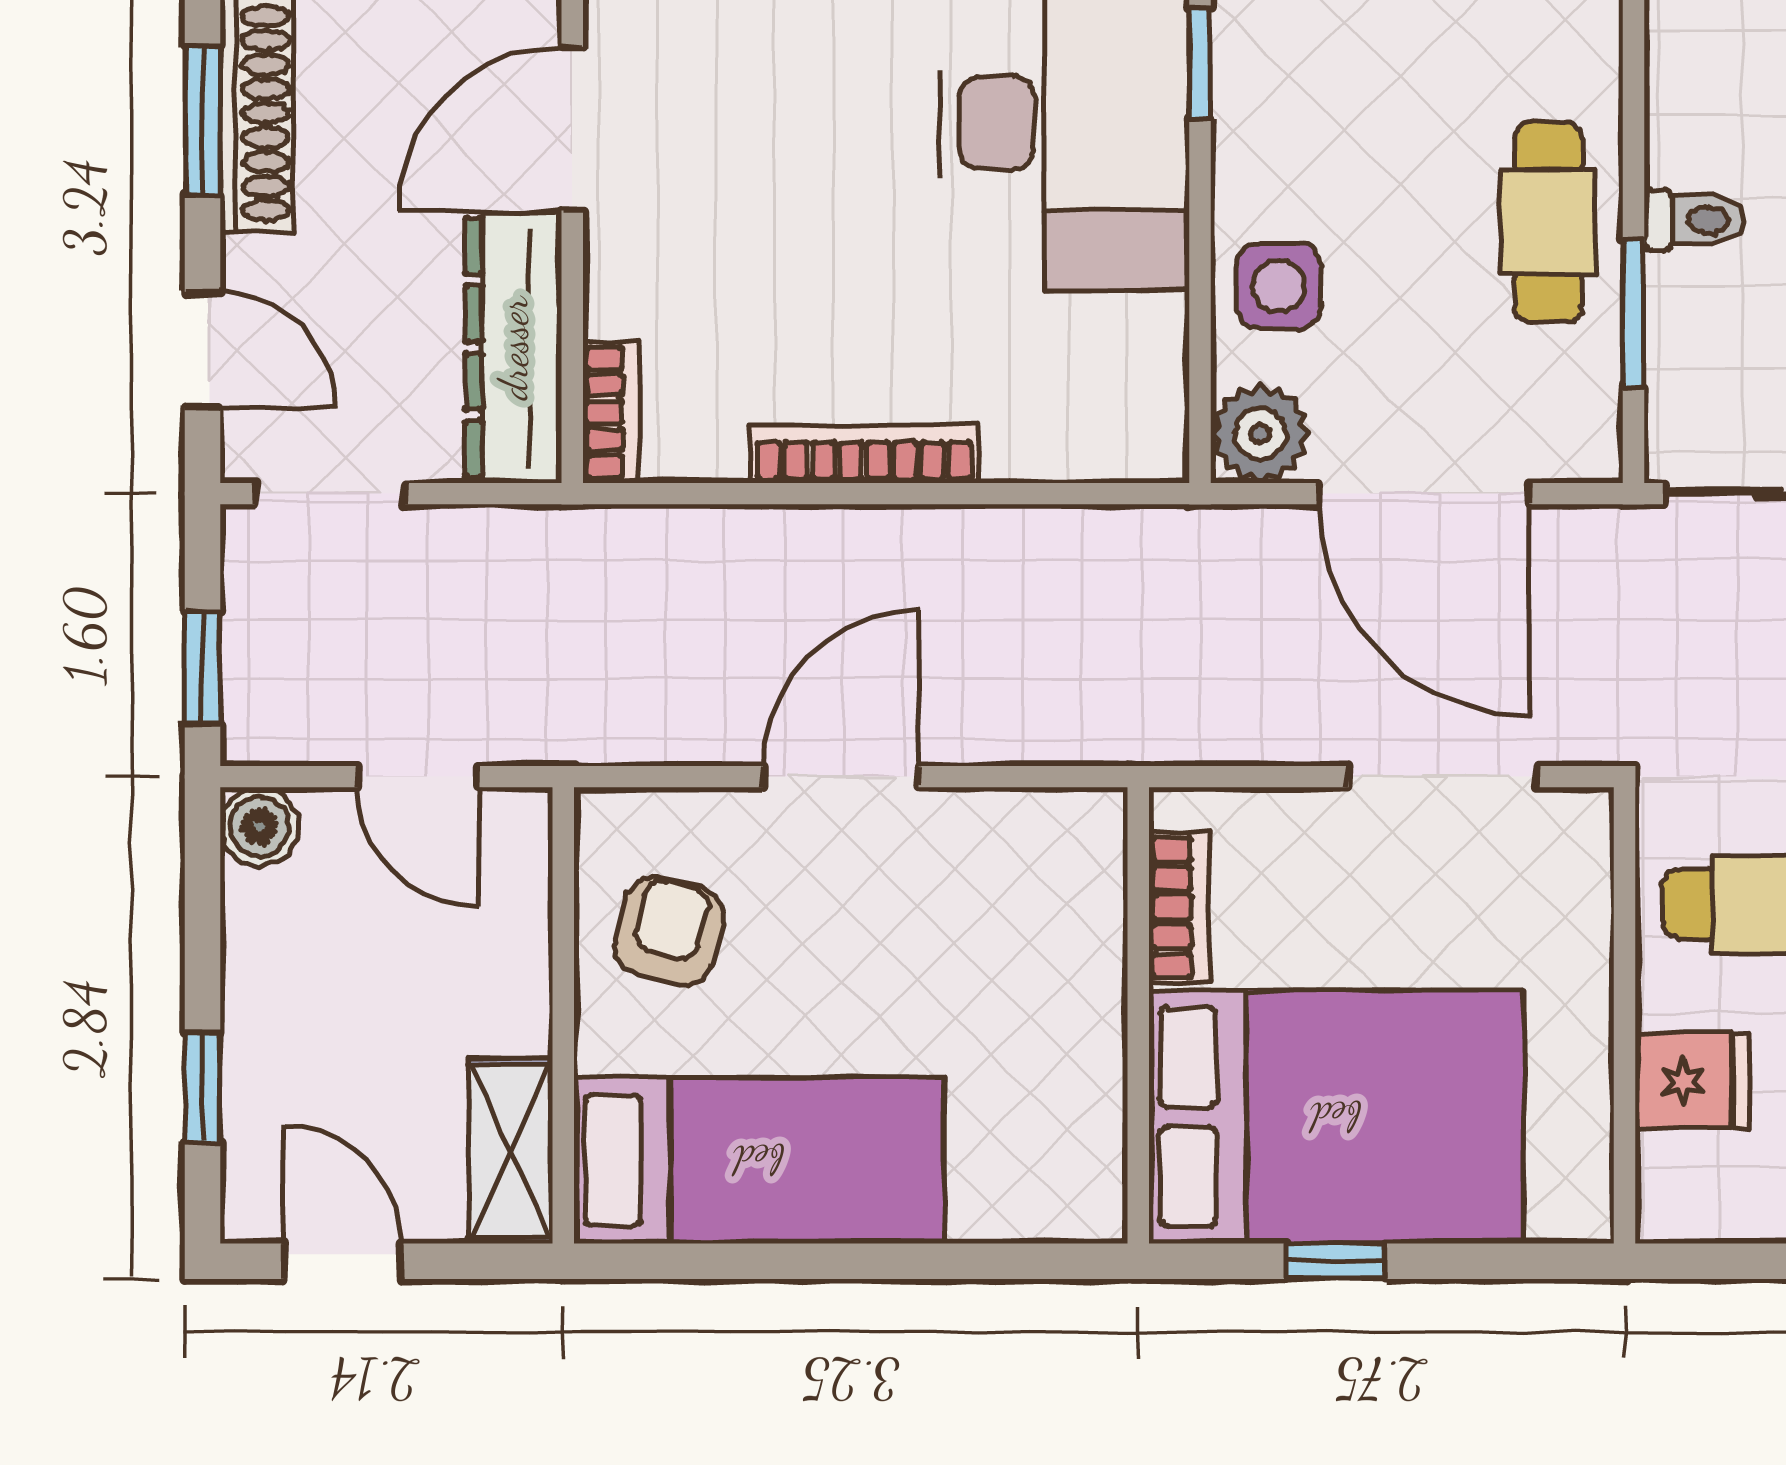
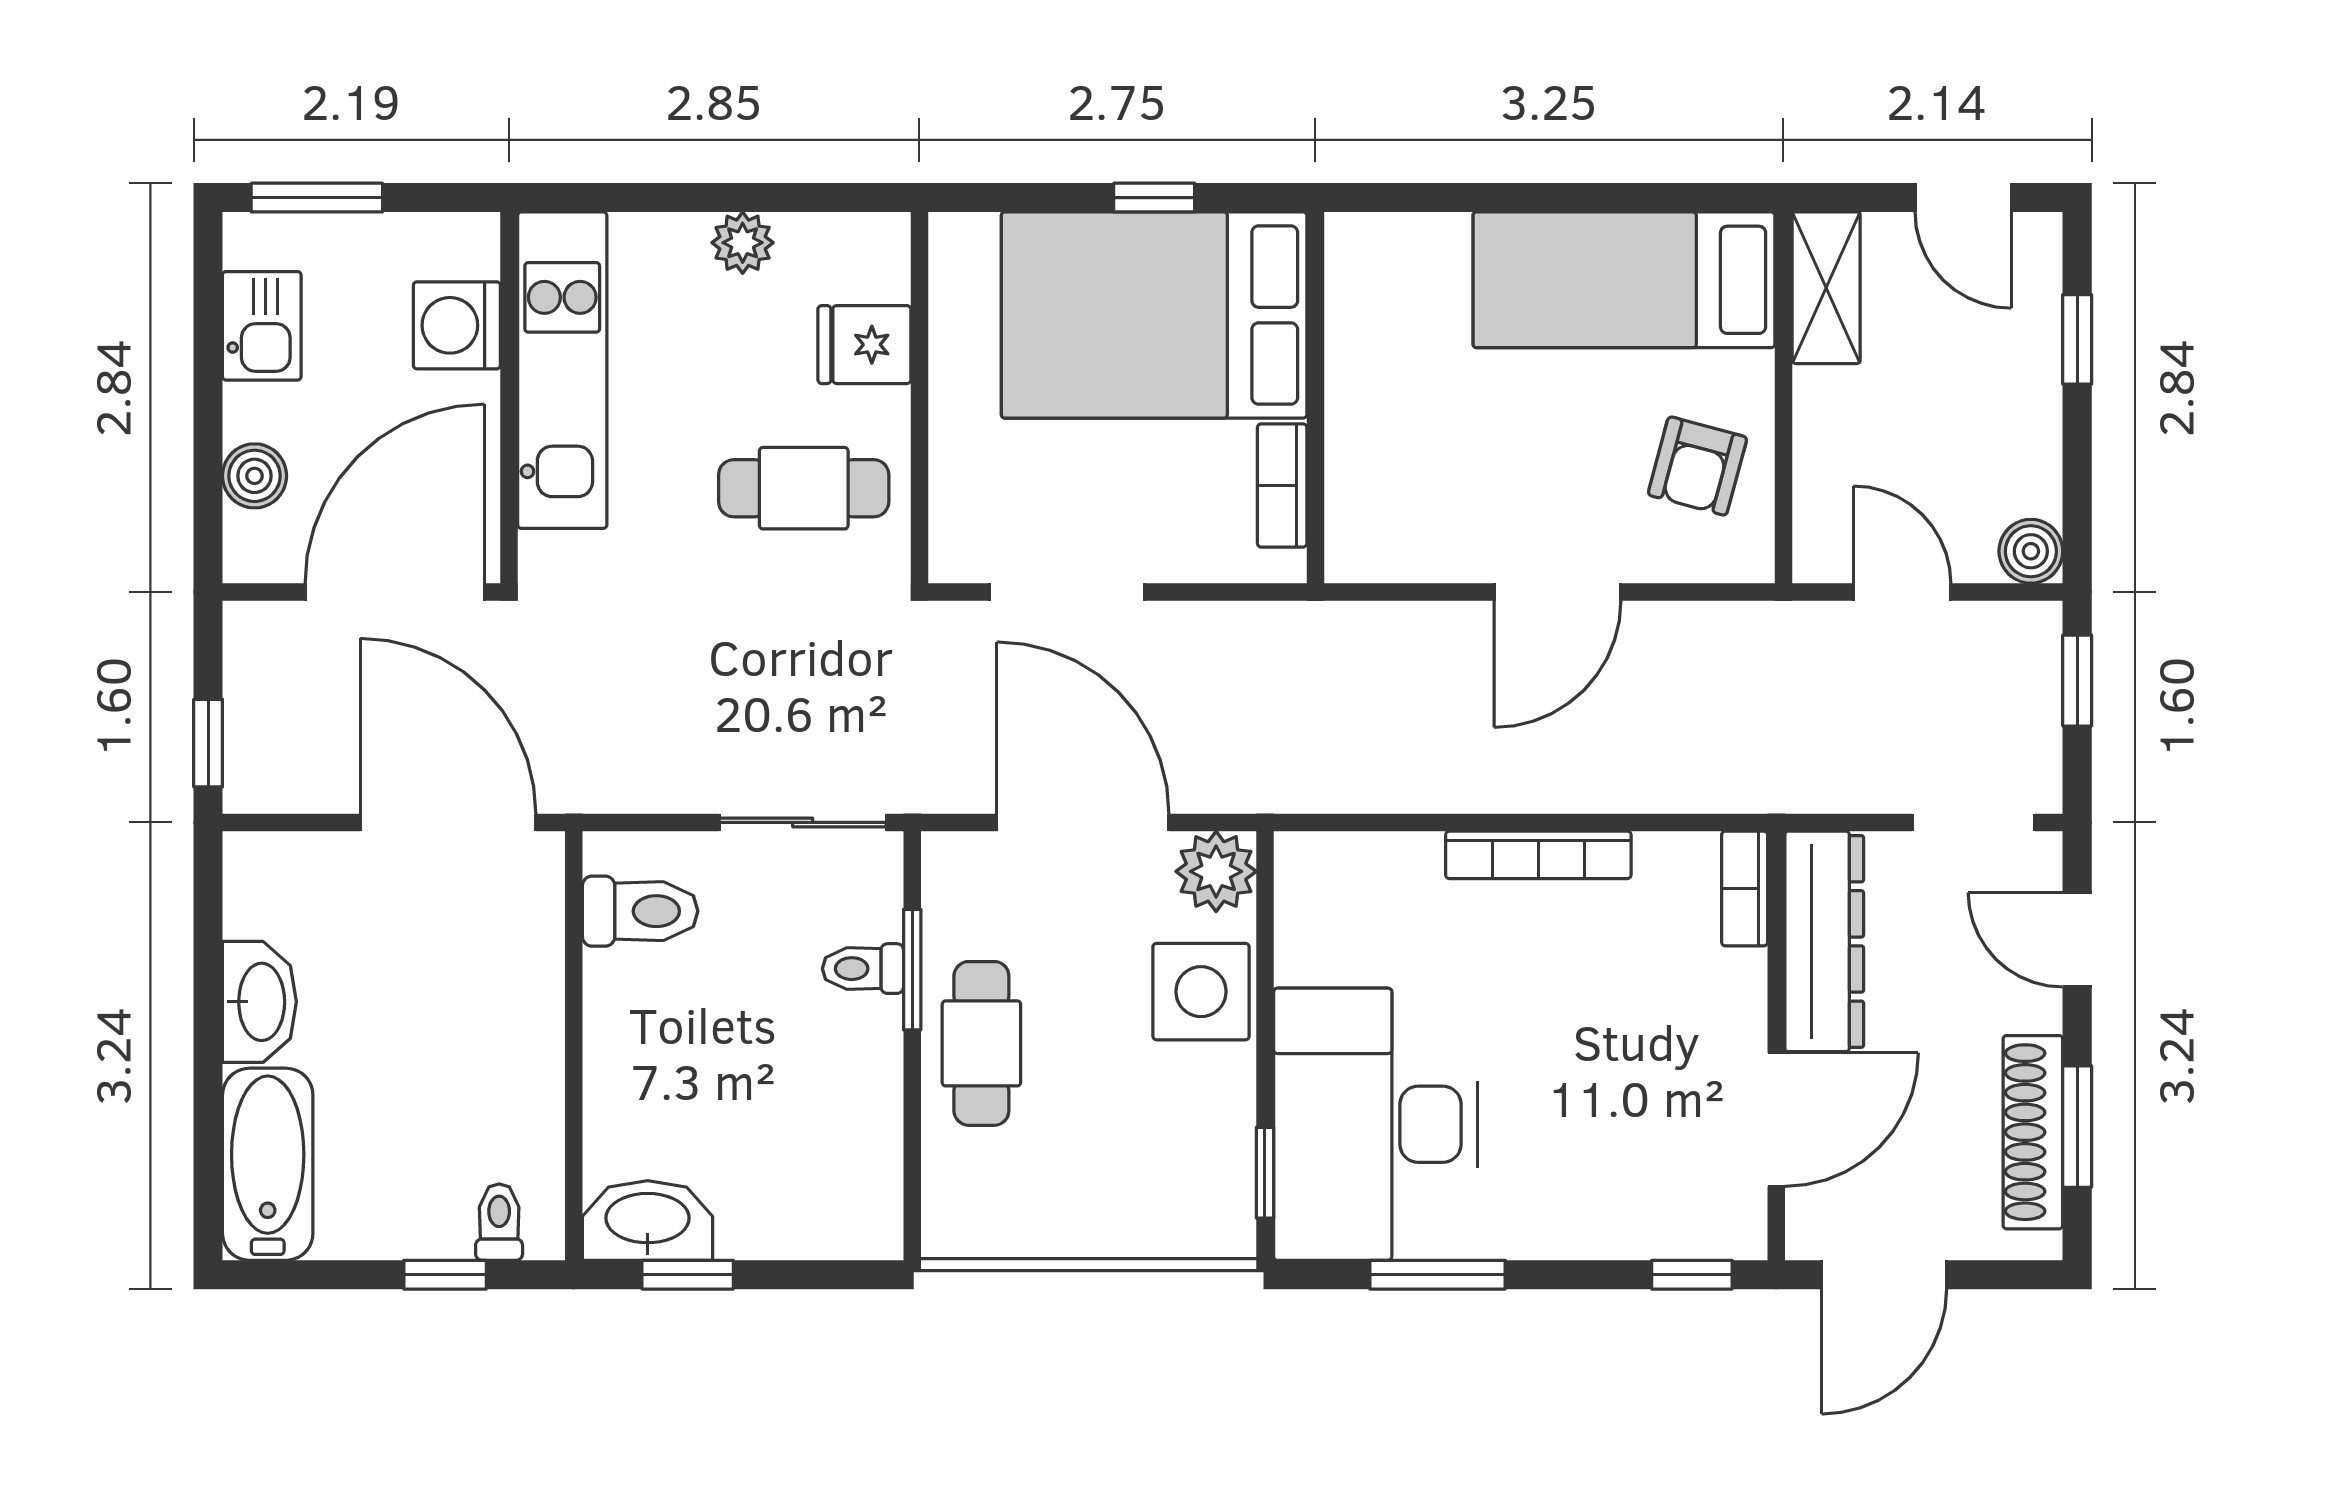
toilet: (1694, 220) -> (863, 969), moved
side table: (1279, 286) -> (1201, 992), width x1.37, depth x1.37

